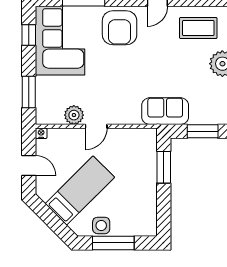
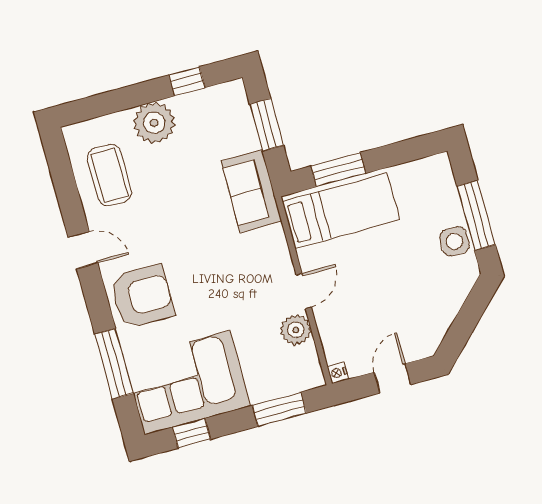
door: (96, 126) -> (304, 291), hinge flipped
bed: (80, 190) -> (341, 211), moved, turned 135

